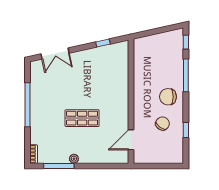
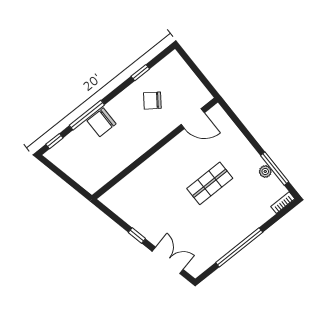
window: (103, 43) -> (137, 235), moved
chair: (168, 97) -> (102, 122), moved, turned 90
shop shelf: (82, 118) -> (210, 183), turned 90
plant: (74, 159) -> (265, 172), moved

